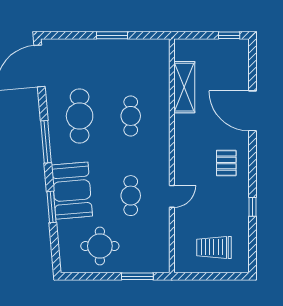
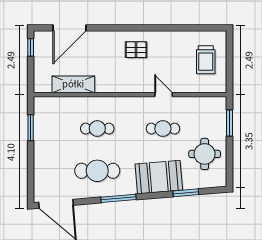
window: (112, 35) -> (31, 128), moved
door: (253, 111) -> (69, 28), moved
window: (52, 207) -> (186, 193), moved
window: (253, 207) -> (172, 28), removed

